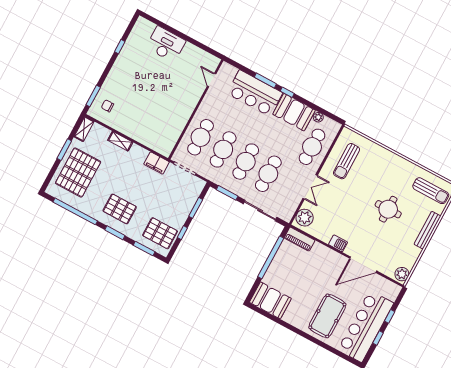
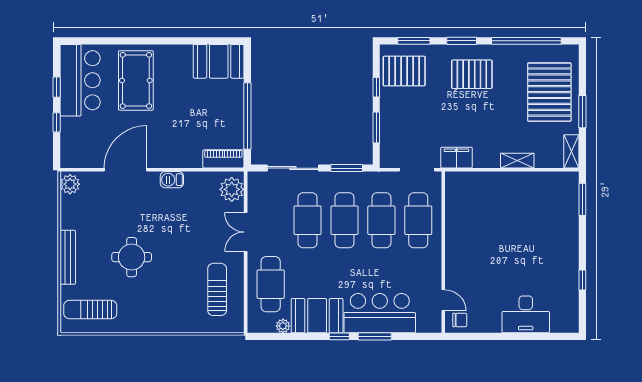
chair: (108, 106) -> (460, 320), moved
bar counter: (366, 326) -> (80, 80), width x0.73

